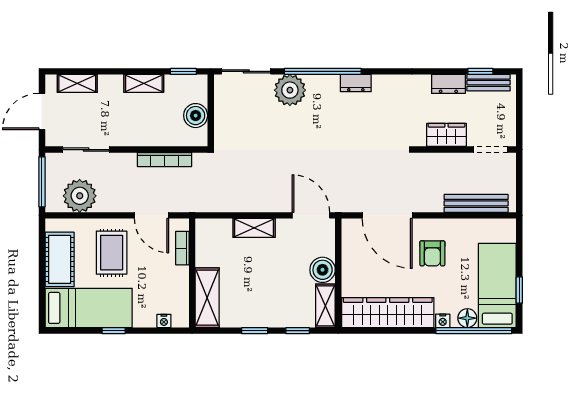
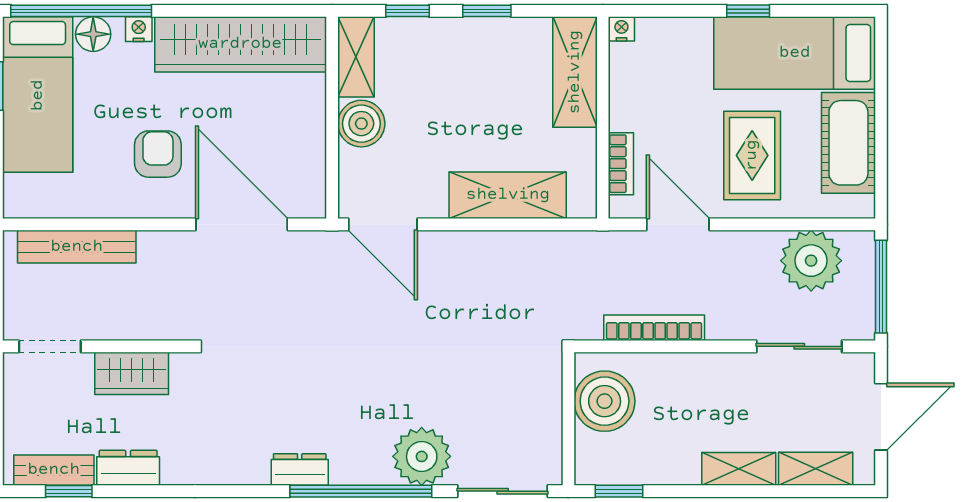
shelving: (144, 83) -> (739, 469), moved
boiler: (196, 116) -> (605, 401), width x1.37, depth x1.37
shelving: (254, 228) -> (508, 195), width x1.50, depth x1.33
nightstand: (164, 321) -> (621, 29), moved

